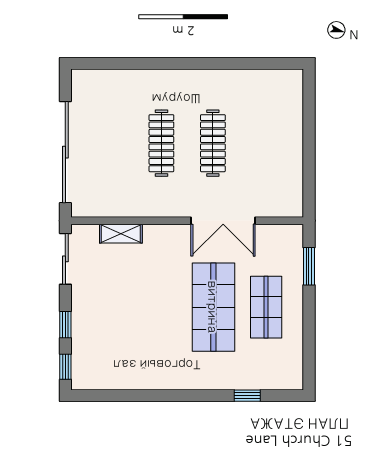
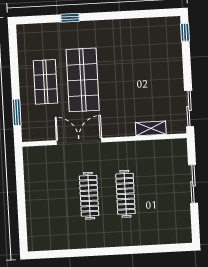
sliding door: (65, 152) -> (193, 184), width x0.54
window: (65, 325) -> (187, 62), removed
window: (247, 396) -> (70, 18), moved

